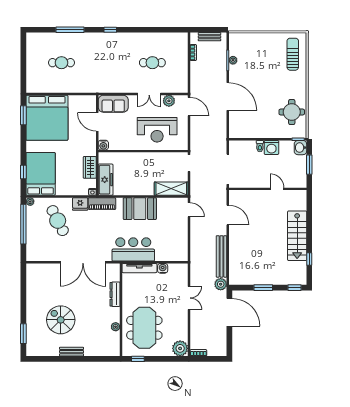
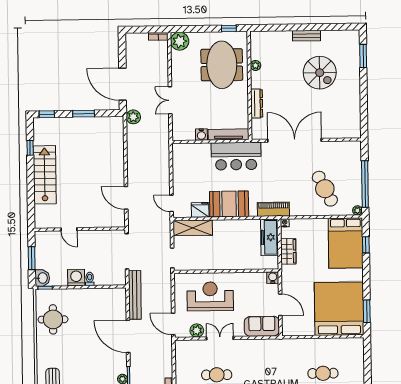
fridge: (80, 204) -> (200, 210), moved
bench: (221, 256) -> (135, 295), moved

